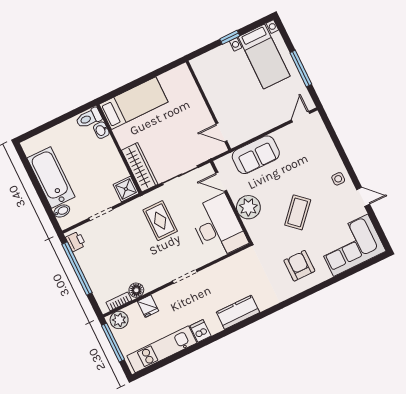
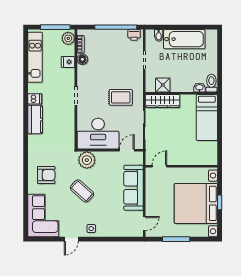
bed with nightstands: (264, 56) -> (196, 203), width x1.85
door: (301, 117) -> (144, 224), hinge flipped
sofa: (256, 155) -> (134, 188), width x1.36
shower: (126, 189) -> (163, 85), moved
plant: (248, 207) -> (87, 160), moved
dishwasher: (200, 331) -> (35, 99), moved

